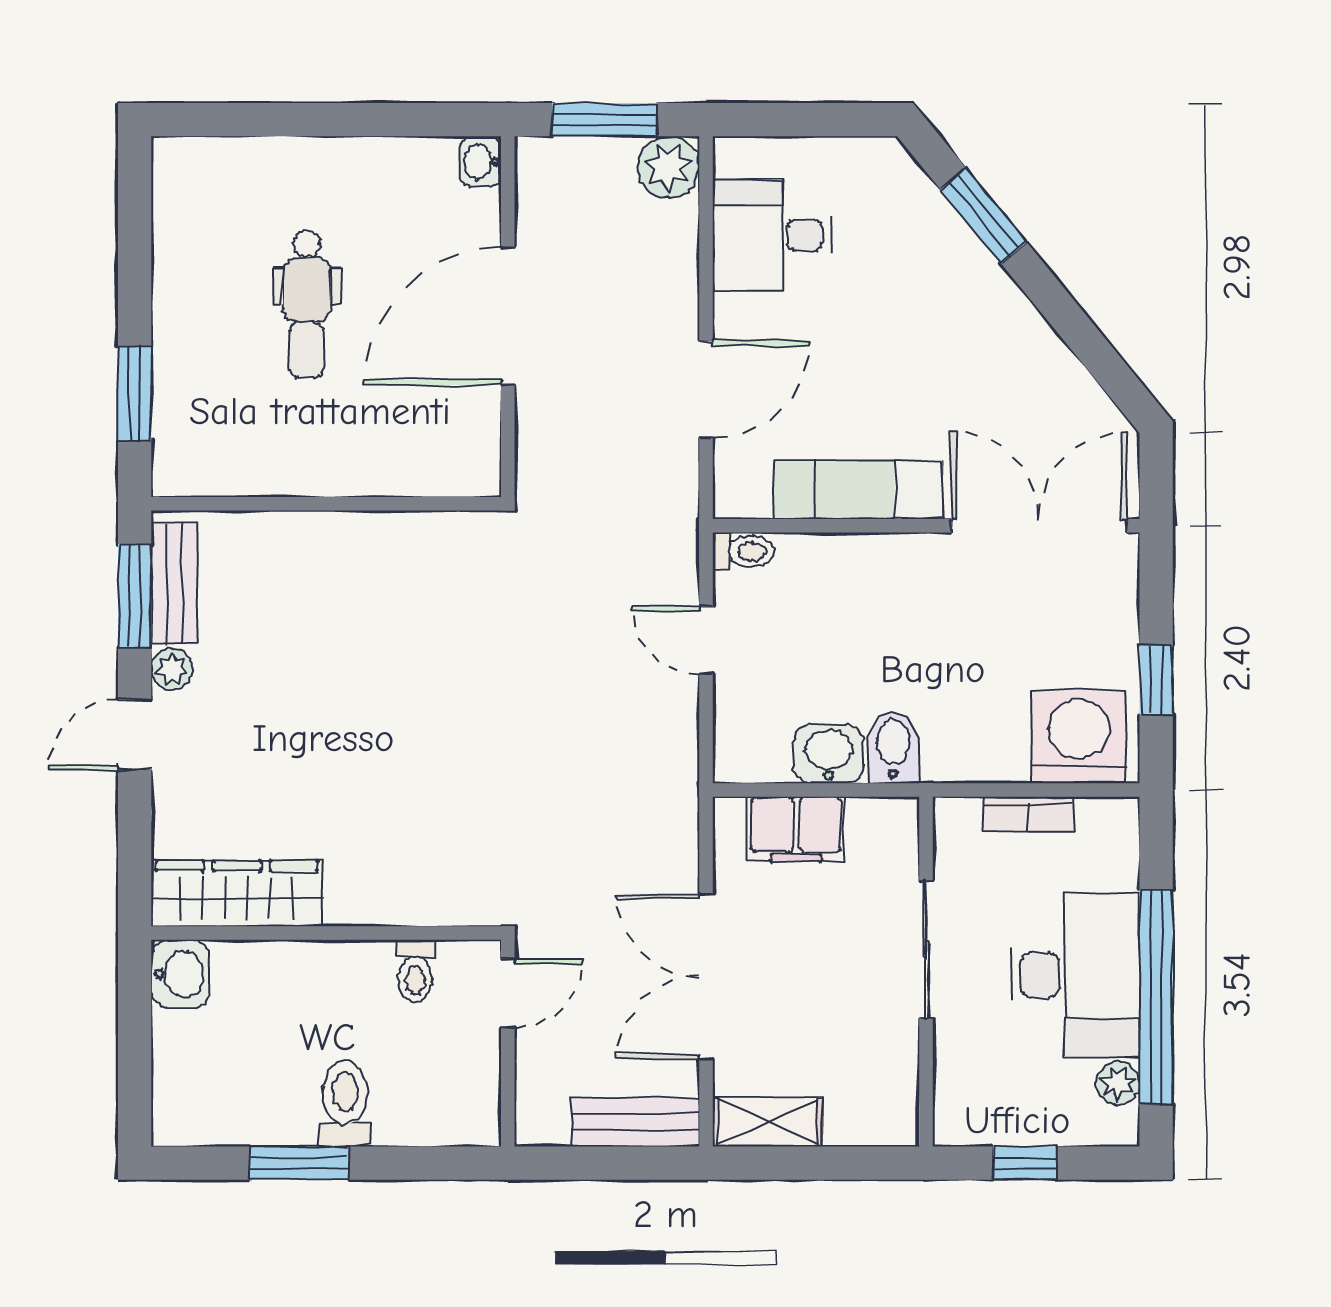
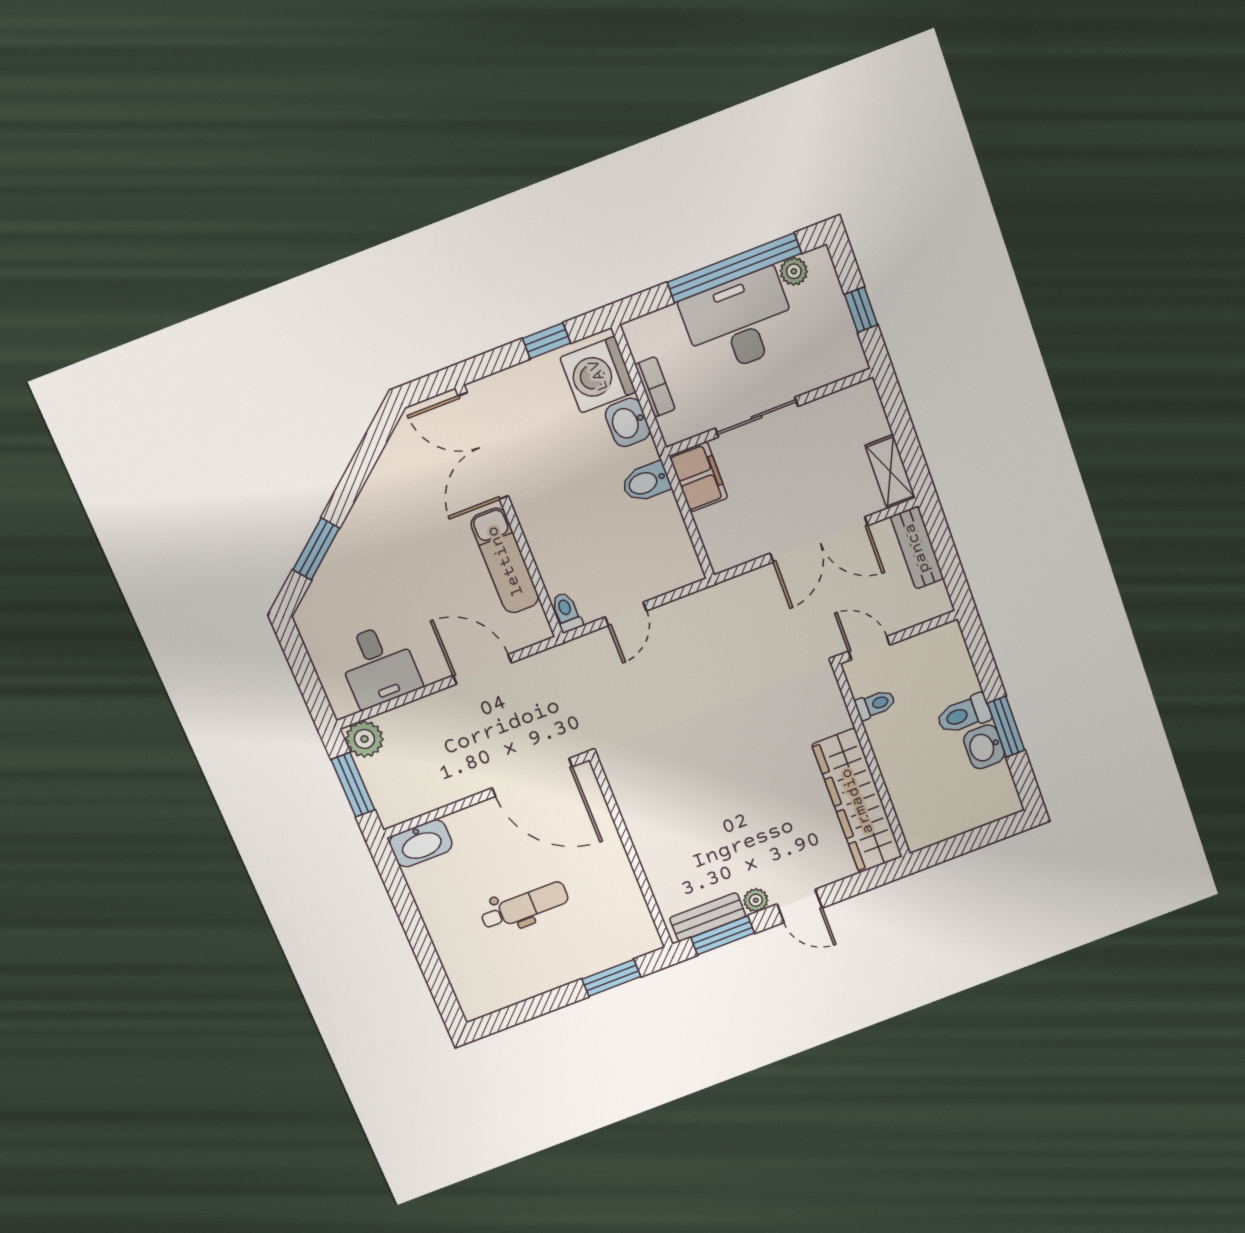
washbasin: (481, 162) -> (421, 843), width x1.91, depth x1.45
door: (508, 316) -> (532, 777), moved
washbasin: (829, 754) -> (628, 422), moved
filing cabinet: (796, 829) -> (699, 477), moved
wardrobe: (237, 893) -> (857, 801), width x1.40, depth x1.17
washbasin: (180, 974) -> (984, 747), moved, turned -90

